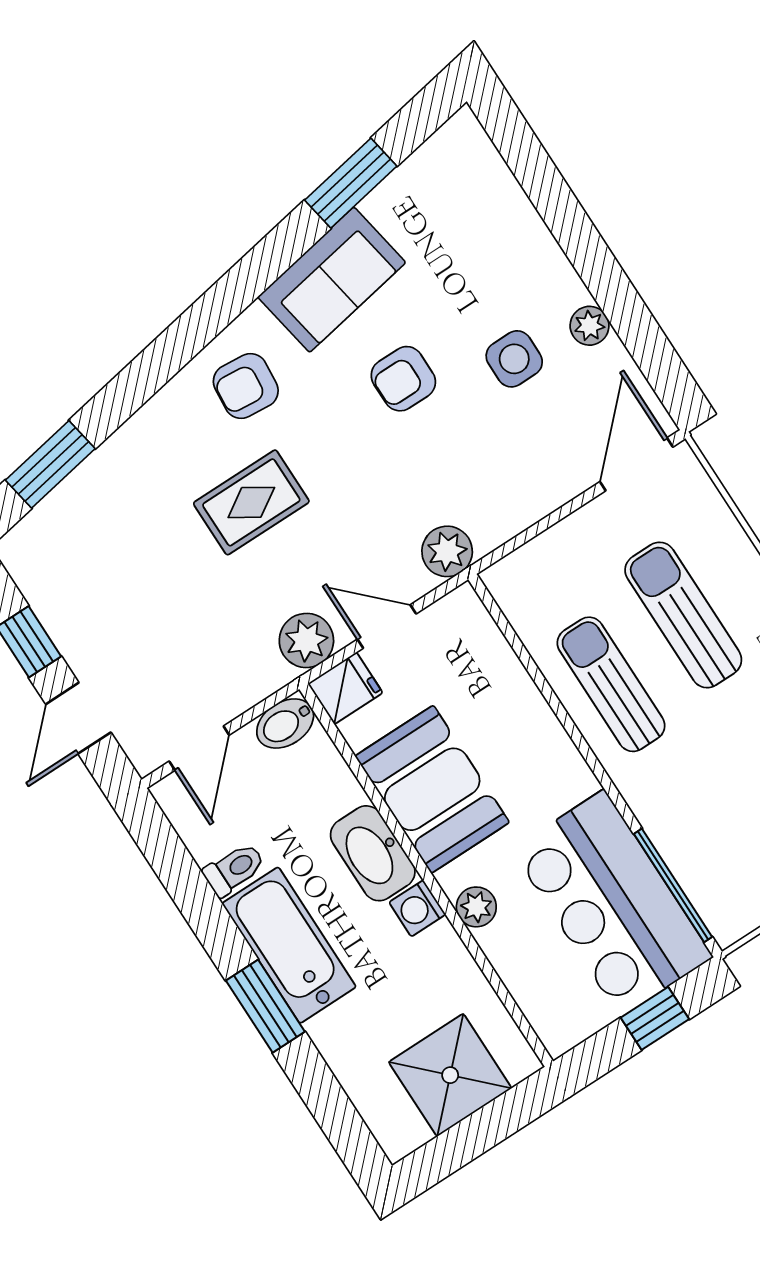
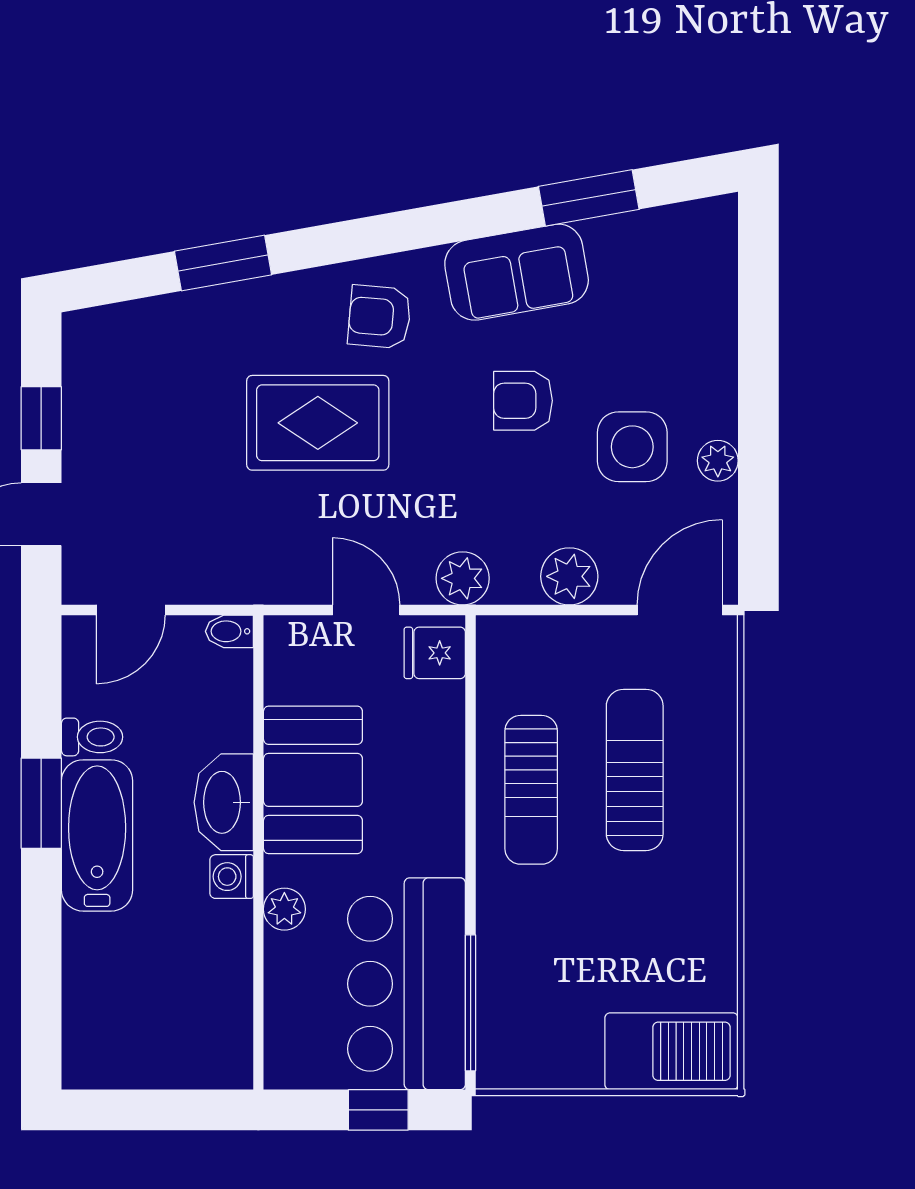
side table: (514, 359) -> (632, 447), width x1.37, depth x1.37
window: (50, 464) -> (223, 263), moved
rug: (251, 502) -> (318, 423), width x1.36, depth x1.43
plant: (306, 640) -> (569, 576), moved
sun lounger: (611, 684) -> (531, 790), turned 180
fridge: (345, 688) -> (435, 653), moved, turned 180
bidet: (285, 724) -> (229, 631), width x0.72, depth x0.74
window: (265, 1006) -> (41, 803), moved
shower: (450, 1075) -> (165, 1043), removed

